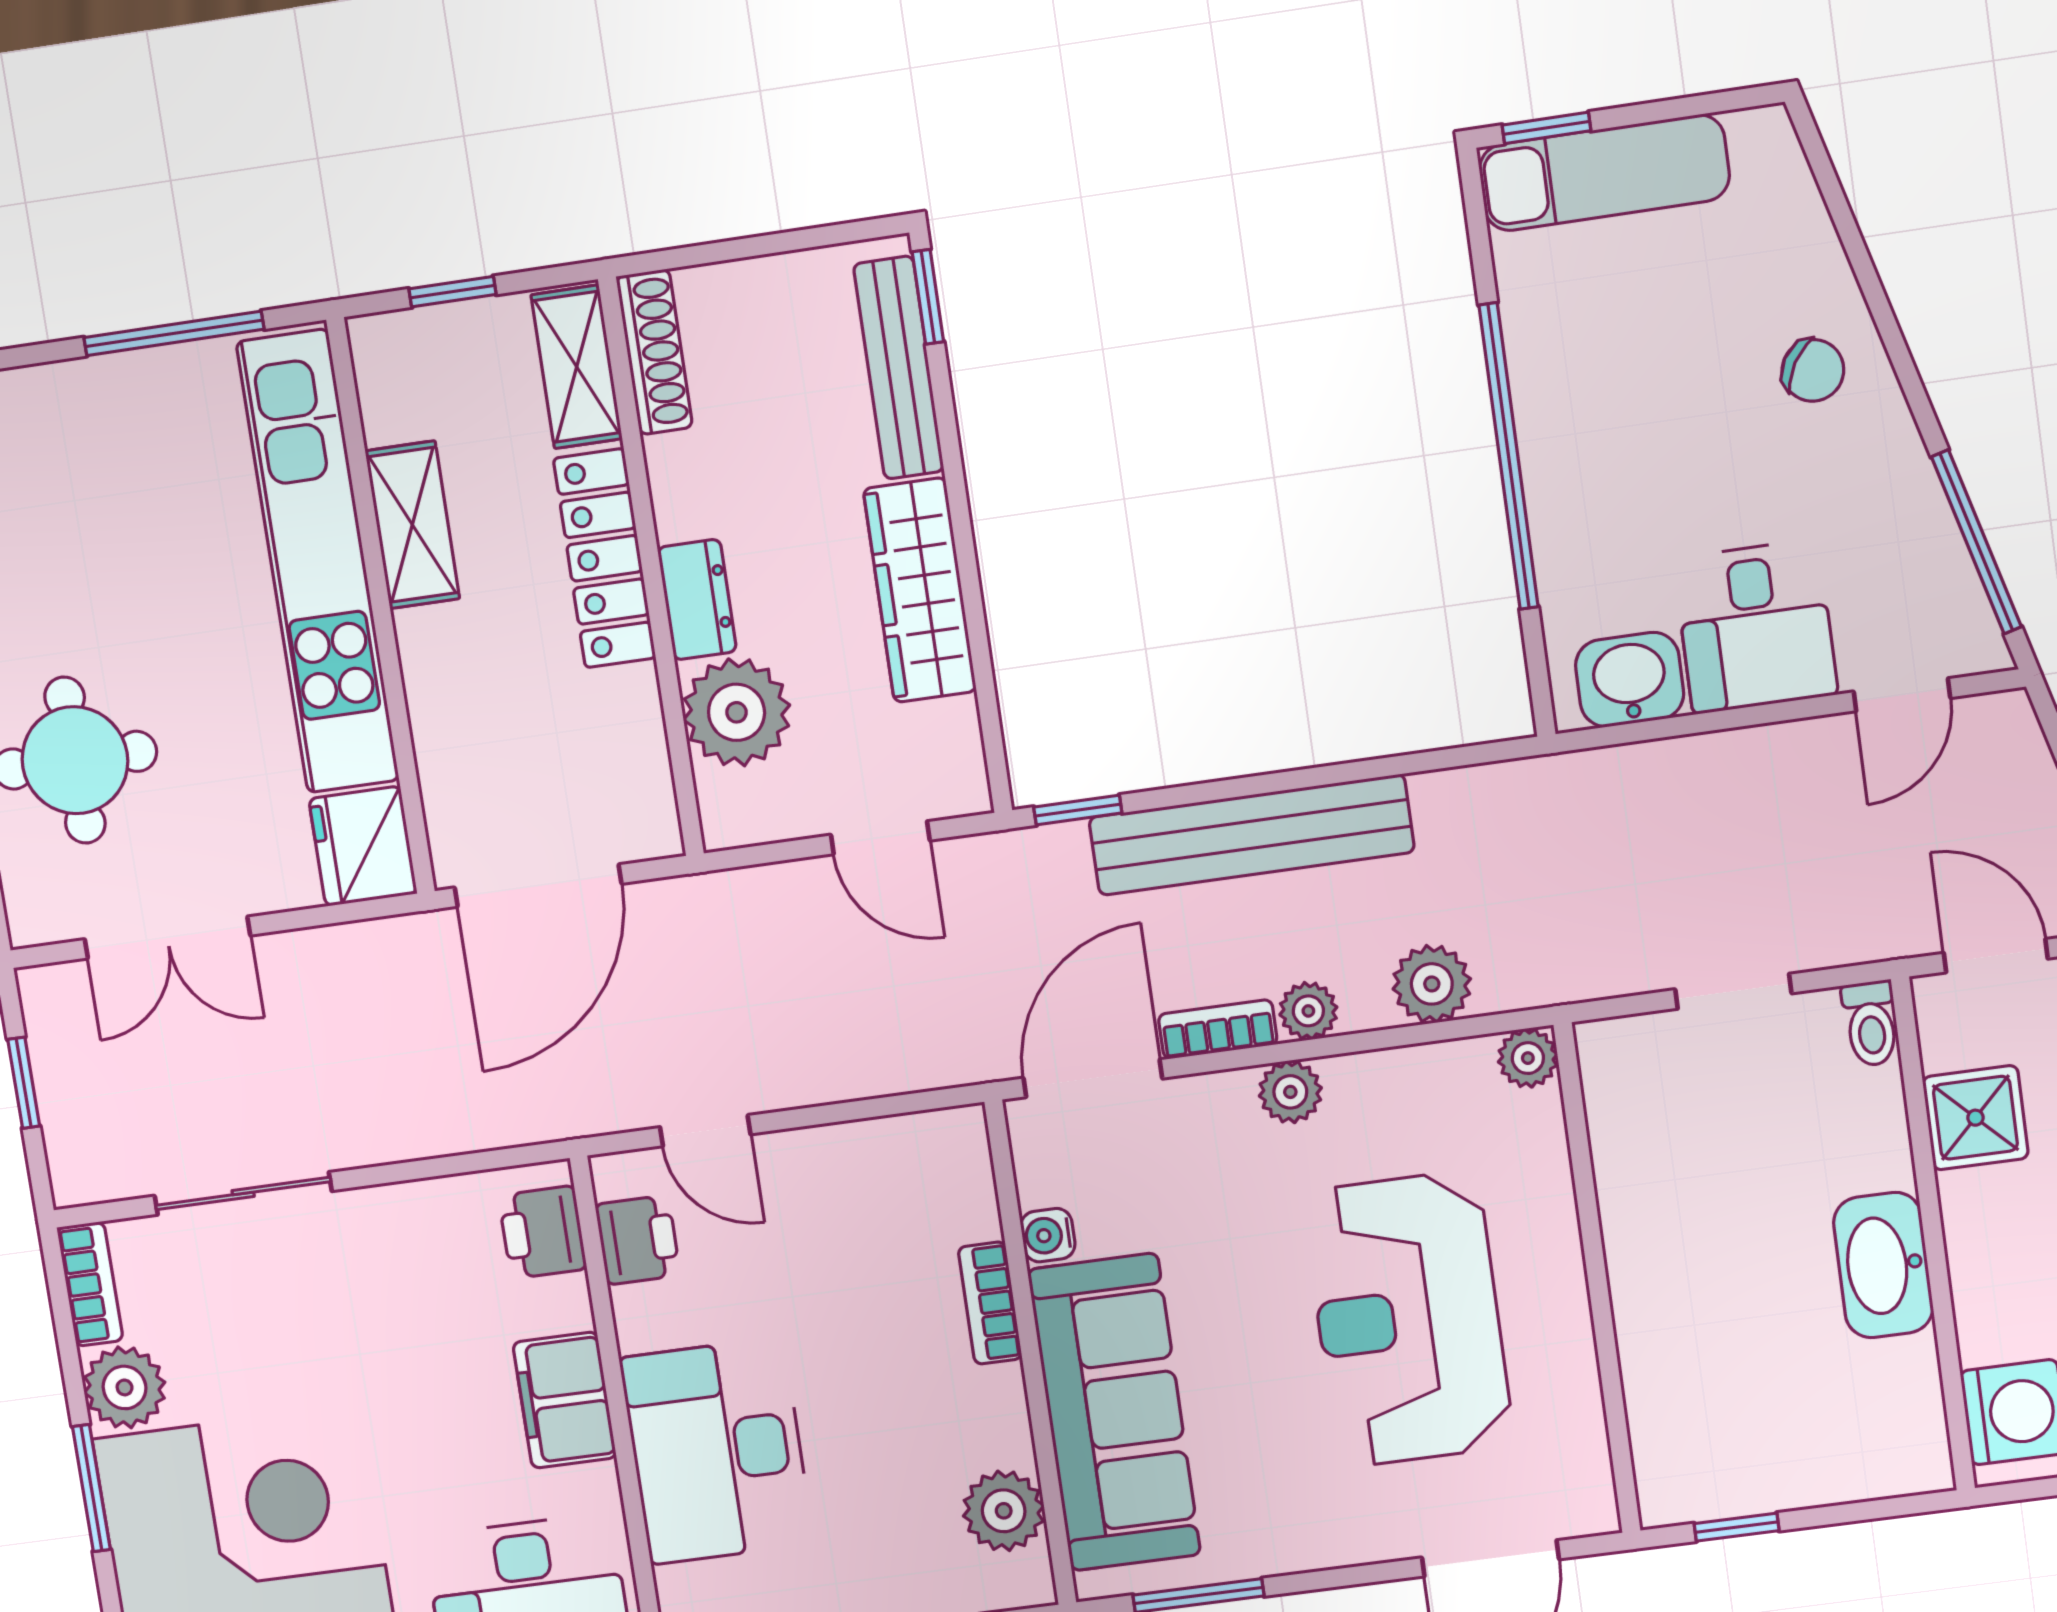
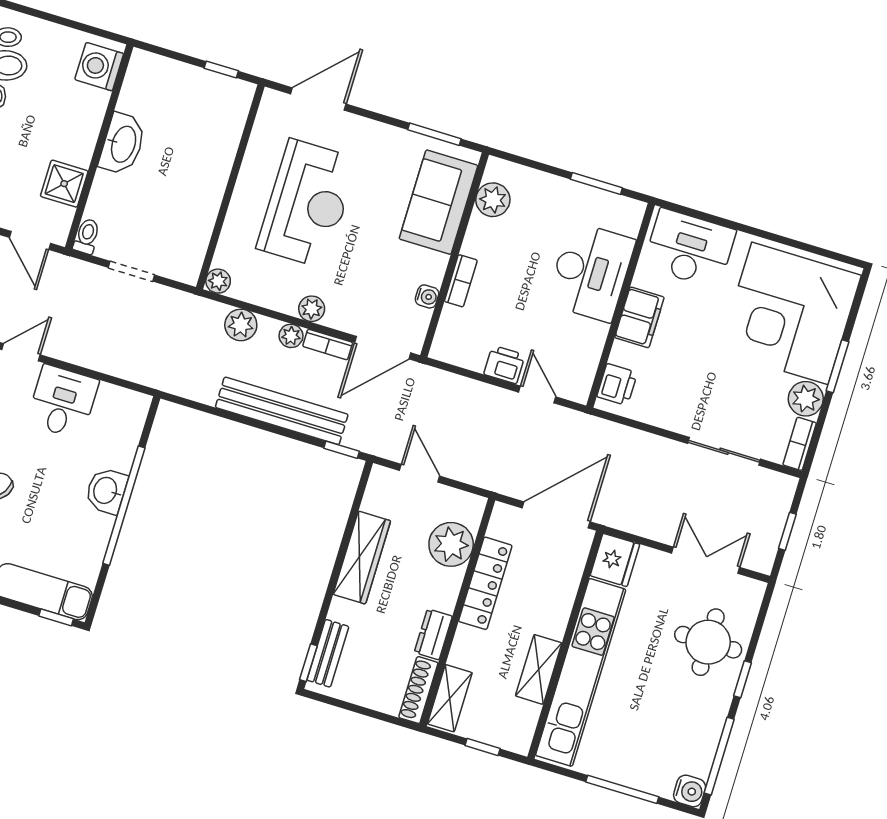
window: (174, 333) -> (622, 789), moved
bench: (899, 368) -> (328, 653), width x0.73
locker: (605, 558) -> (485, 583), moved
dresser: (697, 600) -> (433, 634), moved
washbasin: (1630, 680) -> (106, 491), moved, turned 90
printer: (638, 1240) -> (504, 365), moved, turned 90
sofa: (1114, 1412) -> (438, 202), width x0.73

